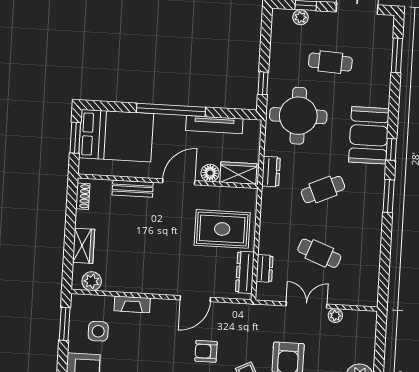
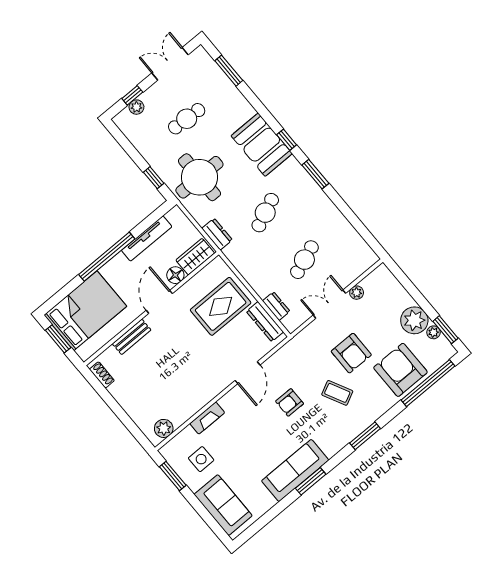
wardrobe: (84, 246) -> (135, 409), removed
cafe table: (319, 253) -> (304, 260), turned -42

